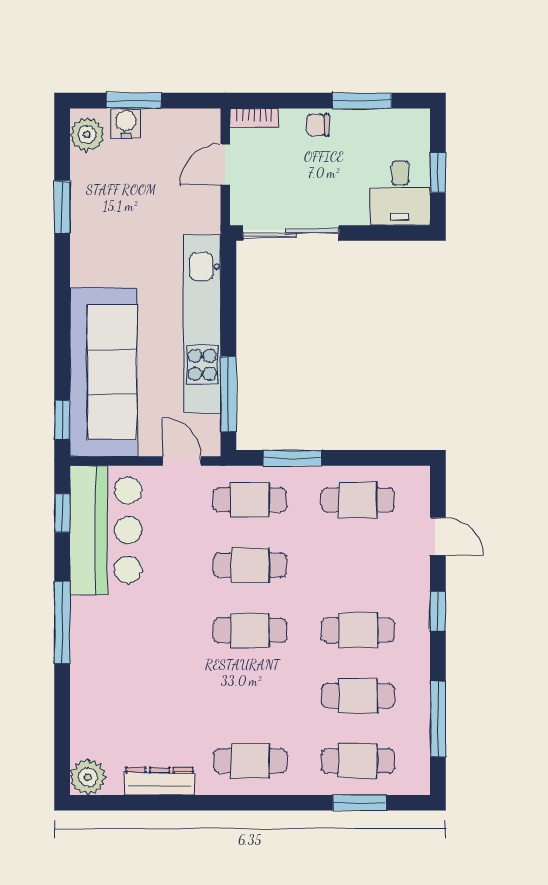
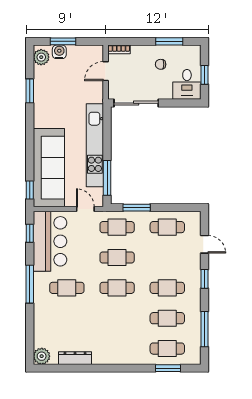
chair: (318, 125) -> (161, 64), moved
cafe table: (250, 761) -> (67, 288), moved

